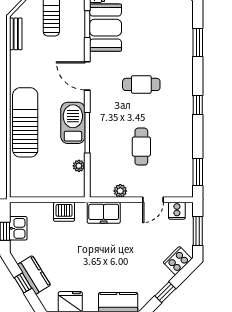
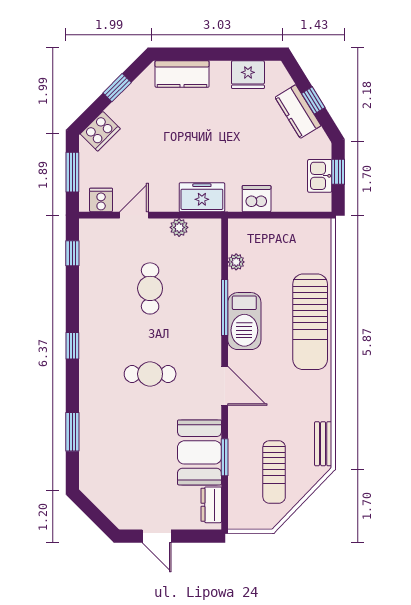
window: (198, 172) -> (72, 253), width x0.67

